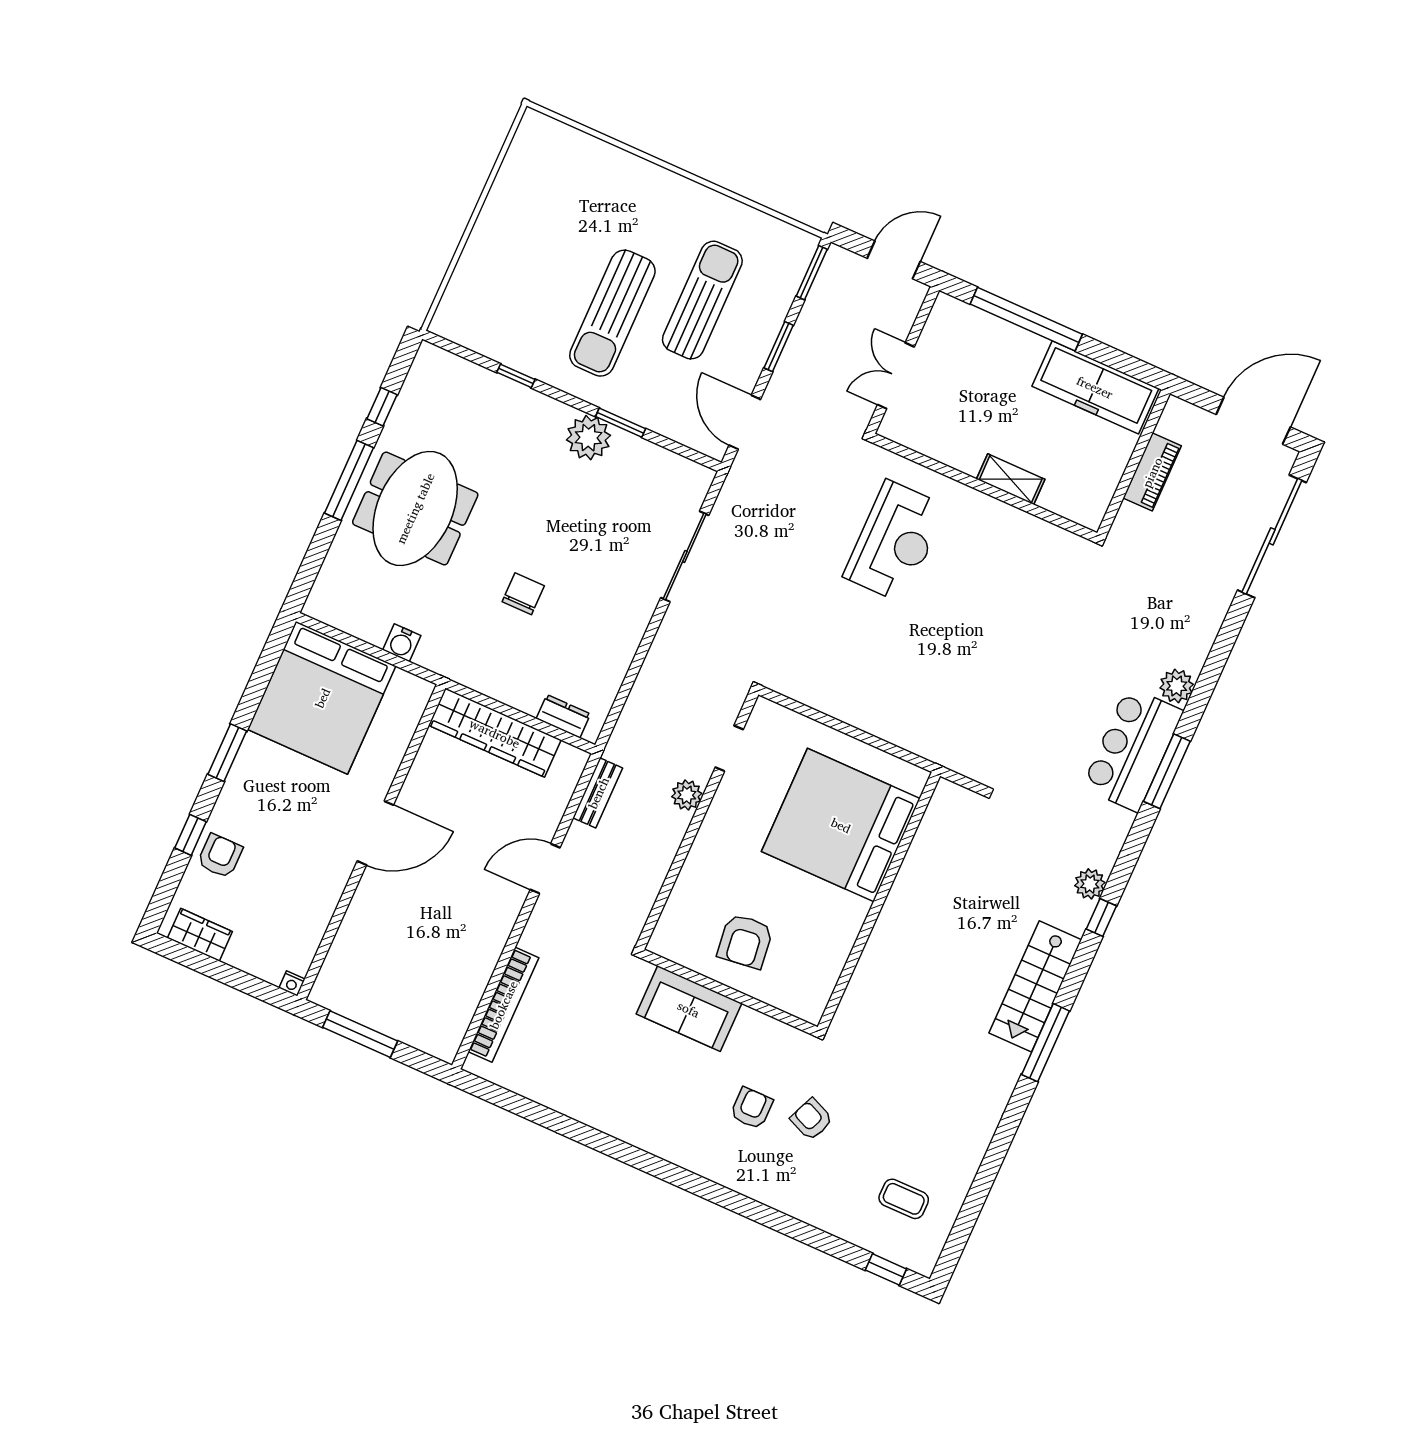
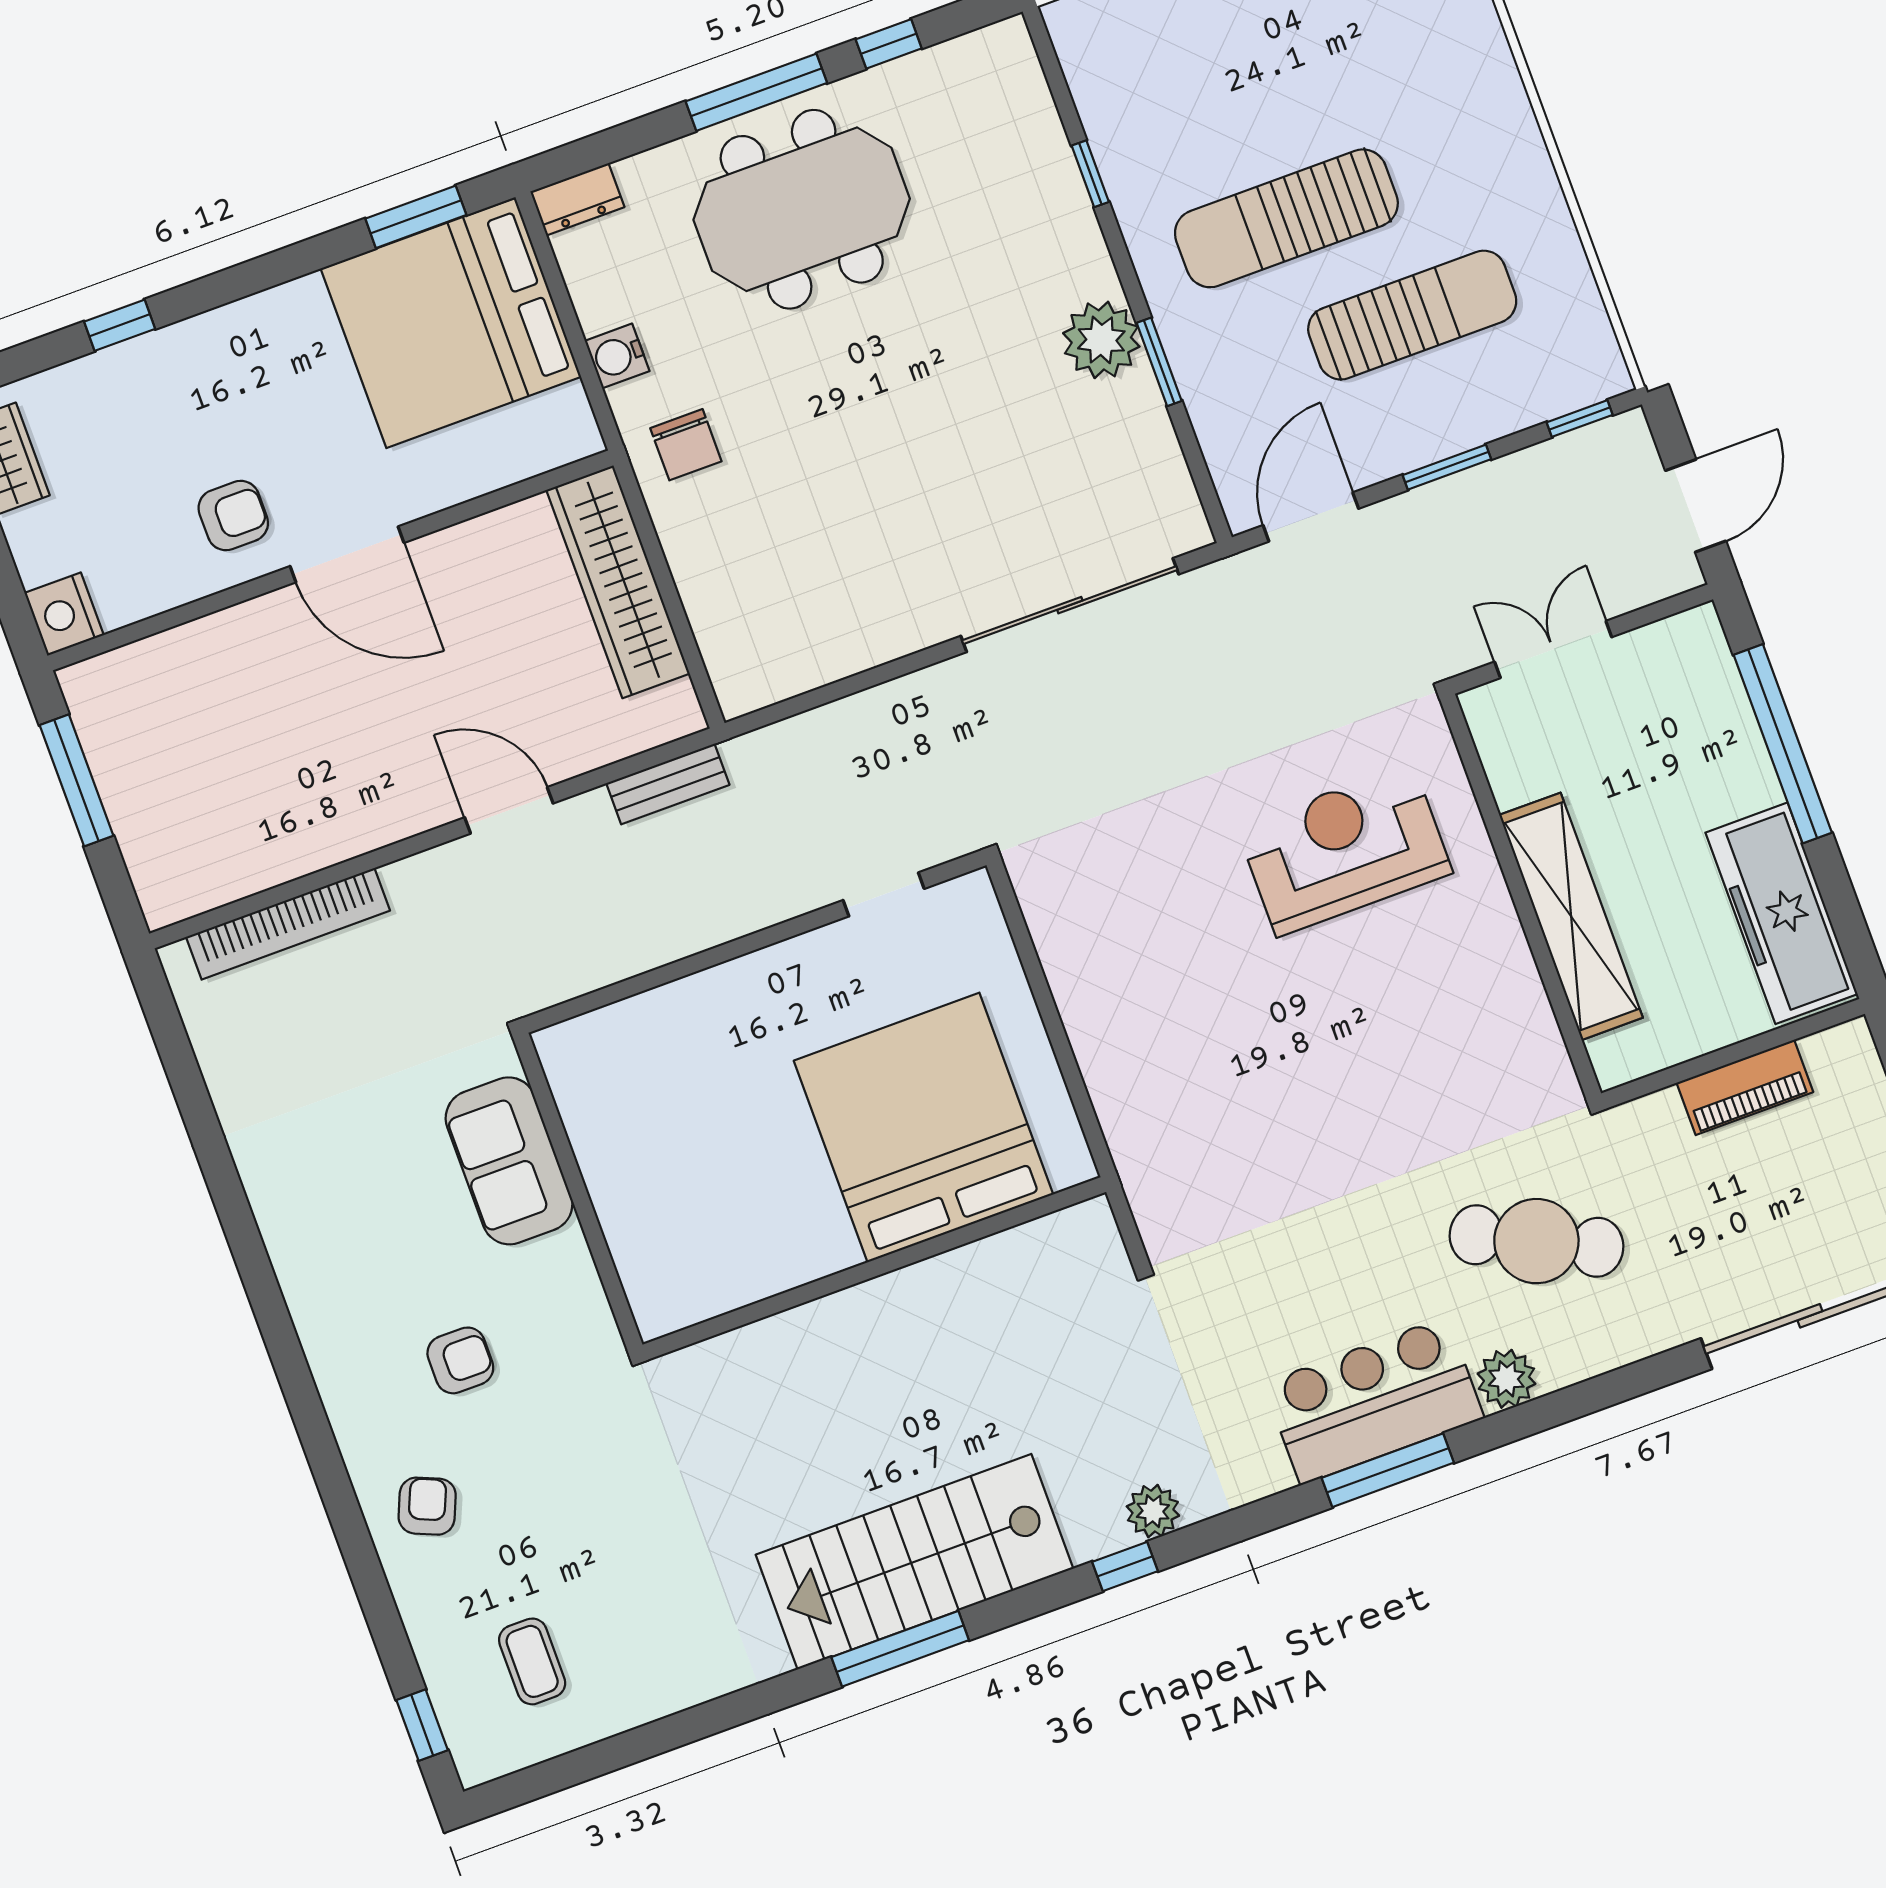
door: (894, 260) -> (1696, 506), hinge flipped
window: (812, 273) -> (1580, 419), width x0.67
shelving: (1011, 479) -> (1571, 916), width x2.20, depth x1.33
reception desk: (895, 541) -> (1345, 850), turned 180
sliding door: (685, 556) -> (1070, 605), width x1.36
chair: (523, 594) -> (686, 445), moved, turned 90
cafe table: (1132, 619) -> (1536, 1241), added
dresser: (563, 716) -> (577, 199), moved, turned 90
window: (227, 753) -> (416, 217), moved
plant: (687, 795) -> (774, 898), removed
armchair: (220, 856) -> (233, 516), moved
armchair: (745, 941) -> (662, 1149), removed
nightstand: (292, 983) -> (64, 614), width x1.89, depth x1.79
stairs: (1035, 986) -> (914, 1562), width x1.36, depth x1.51
armchair: (811, 1119) -> (427, 1506), moved

